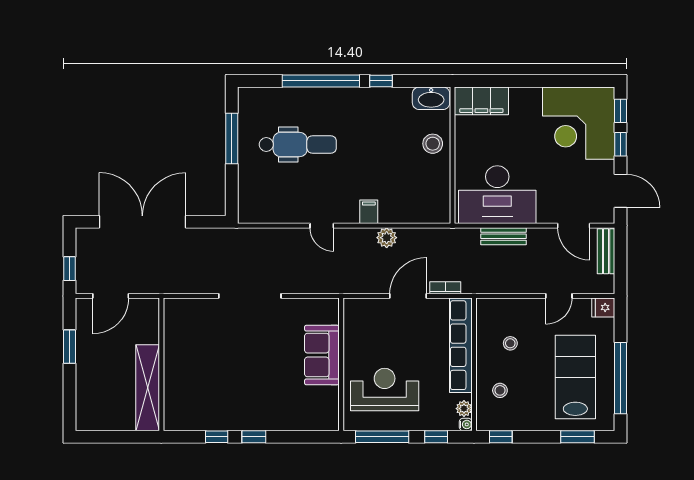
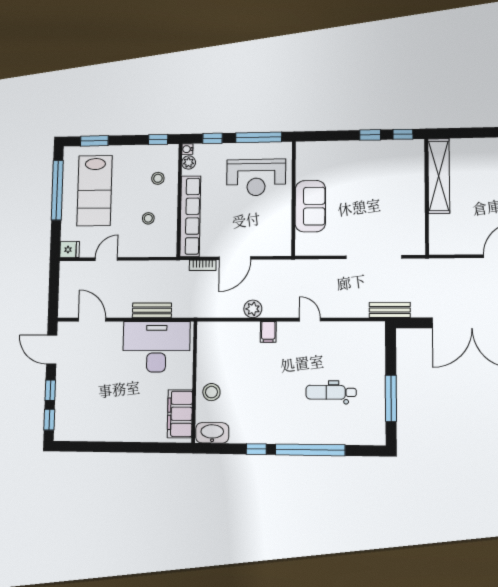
filing cabinet: (481, 101) -> (180, 414), moved, turned -90
corner desk: (579, 123) -> (85, 409), removed
dental chair: (298, 145) -> (331, 392), width x0.73, depth x0.72
bench: (606, 251) -> (390, 310), moved, turned 90
wall: (161, 364) -> (427, 196), moved
shelving: (148, 388) -> (439, 176), moved

